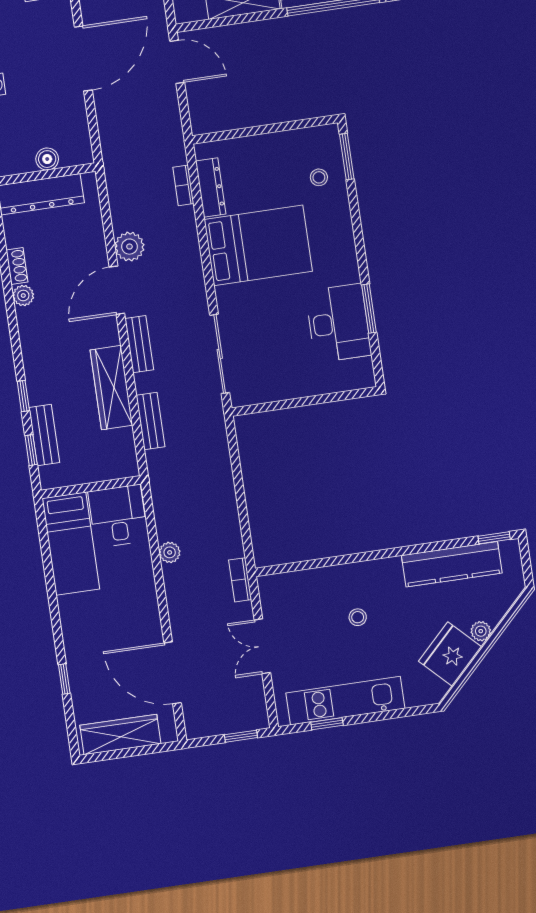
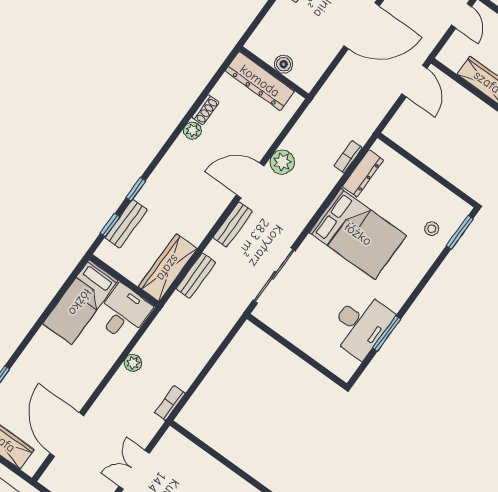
wardrobe: (111, 388) -> (168, 268), moved
bookcase: (240, 580) -> (170, 403), moved

